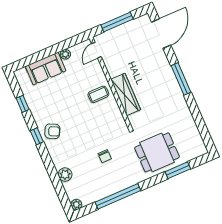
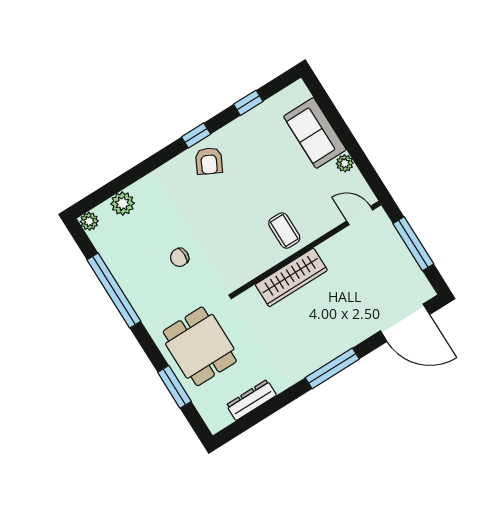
dresser: (192, 128) -> (251, 400), added
plant: (65, 175) -> (123, 203), moved

